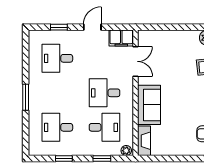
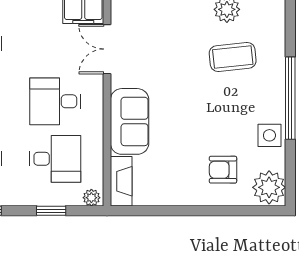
double door: (136, 61) -> (107, 49), swing flipped

